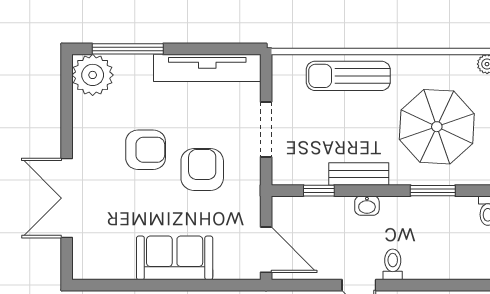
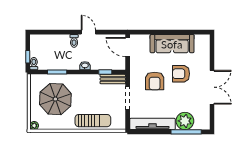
plant: (93, 75) -> (185, 121), moved
armchair: (146, 150) -> (181, 74), moved
bench: (359, 174) -> (113, 79), moved
double door: (67, 198) -> (212, 87), moved
sofa: (175, 258) -> (172, 44), width x1.36

